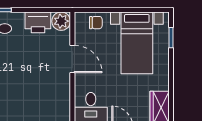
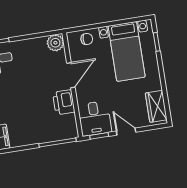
printer: (38, 22) -> (64, 102), moved, turned 90
door: (72, 59) -> (71, 75), hinge flipped

